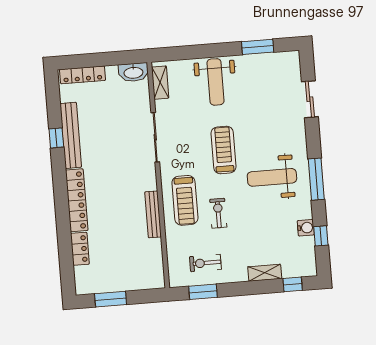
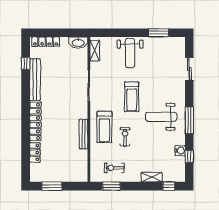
window: (56, 138) -> (26, 64), moved
treadmill: (223, 150) -> (132, 97), turned 180

